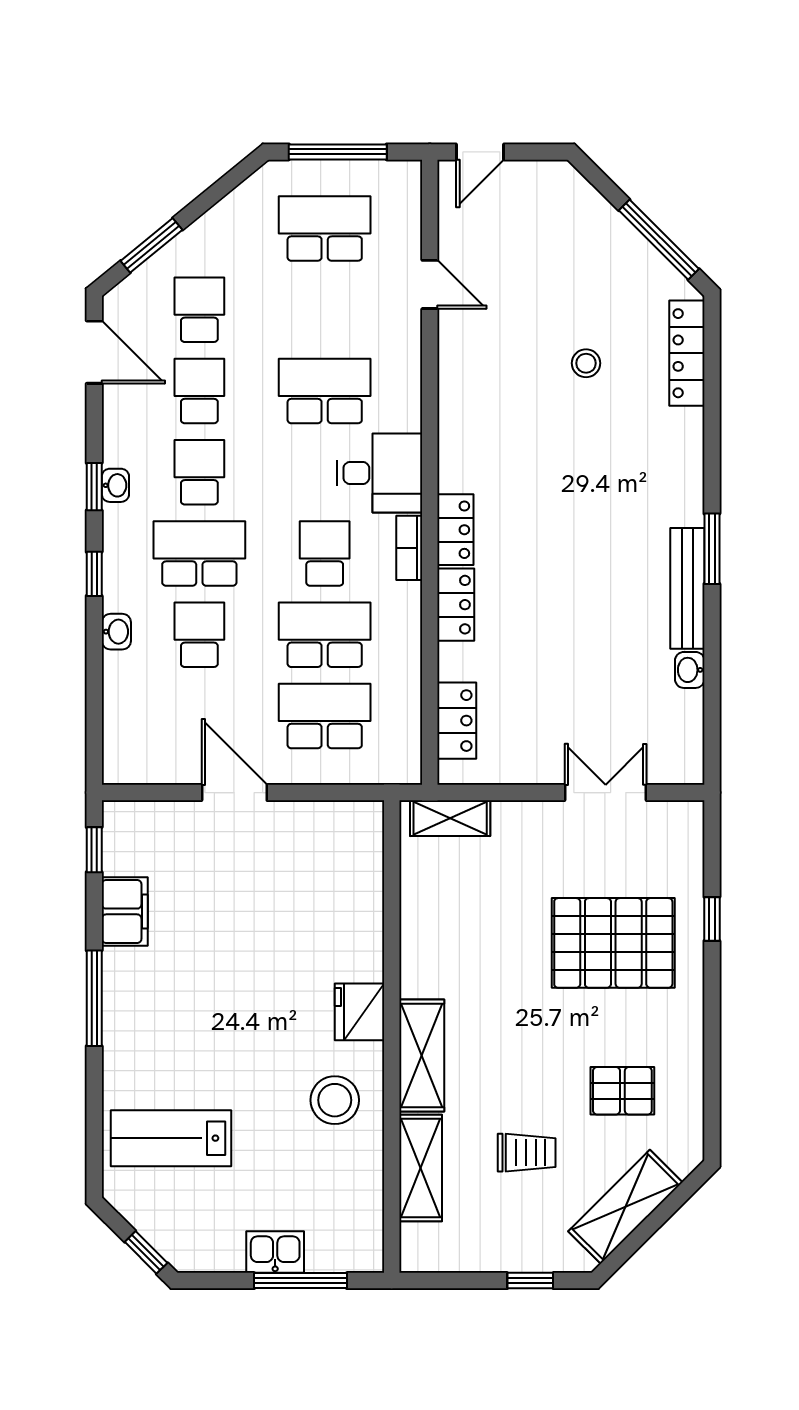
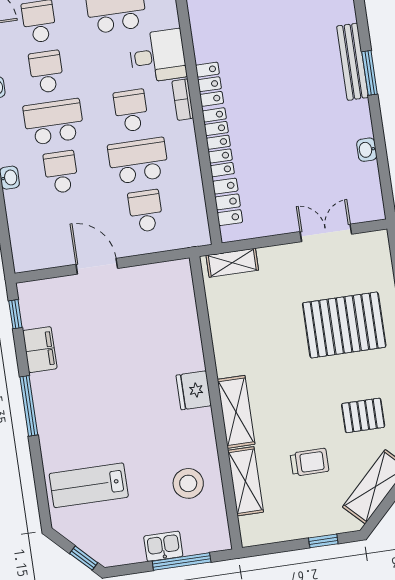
bench: (687, 588) -> (352, 62), moved
locker: (456, 605) -> (218, 142), width x1.53
school desk: (325, 716) -> (146, 211), width x0.54
stool: (335, 1100) -> (188, 483), moved

